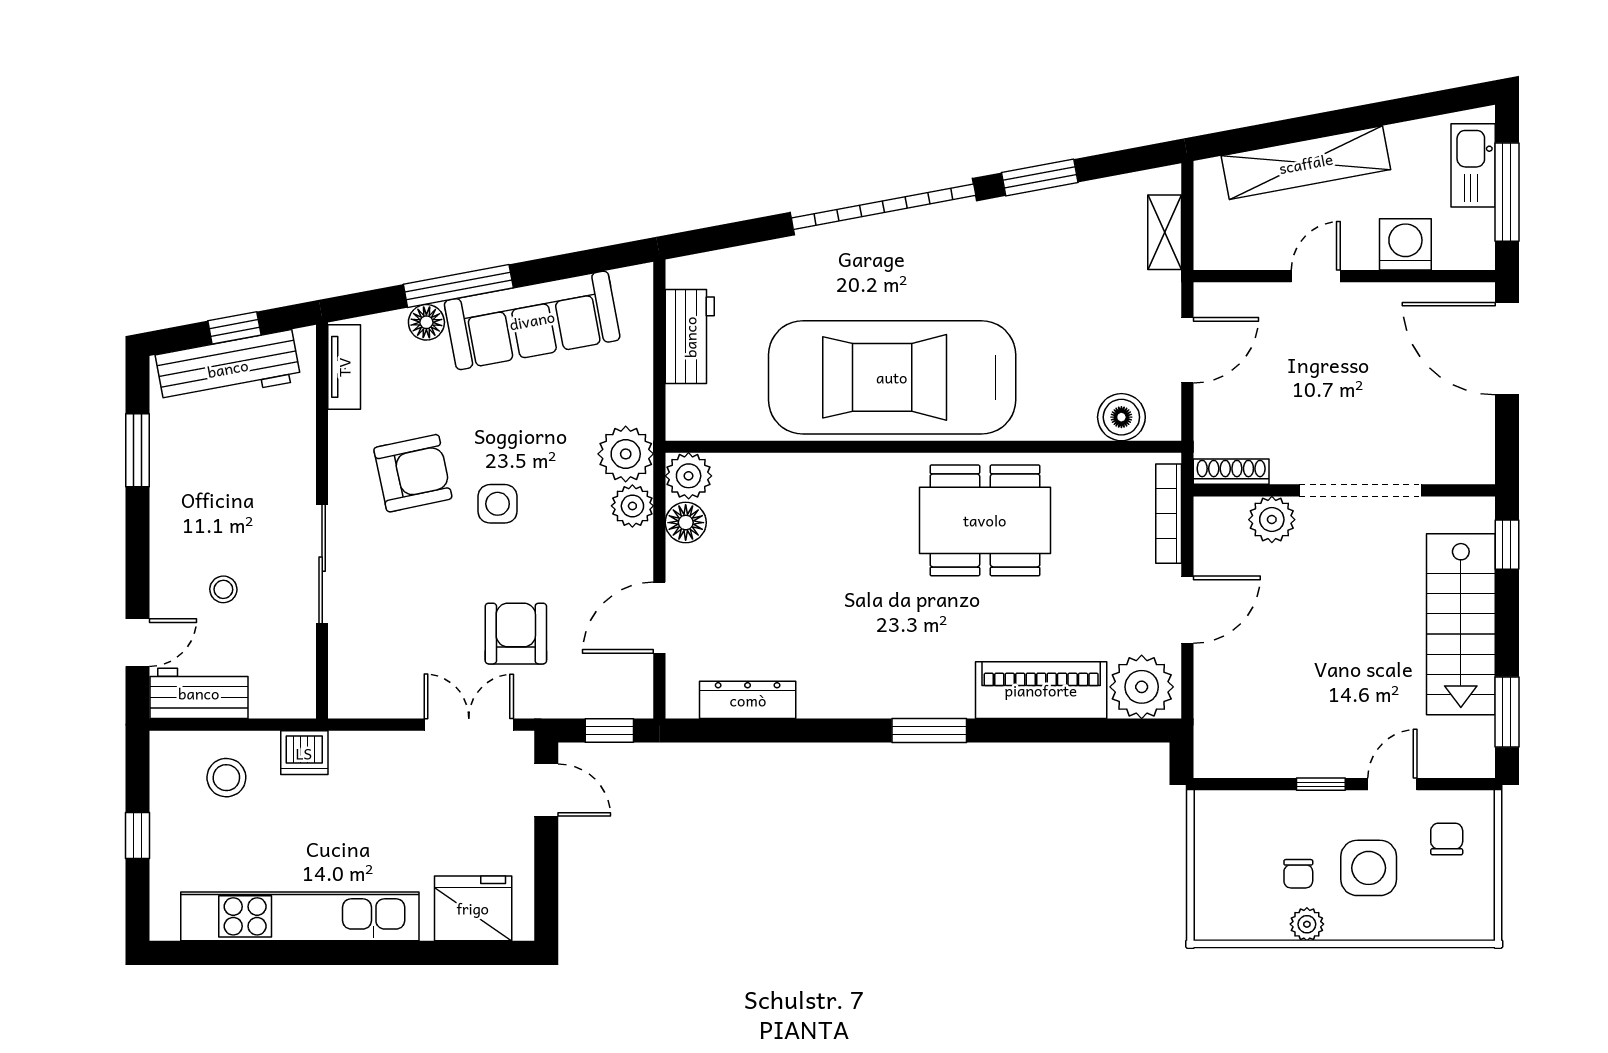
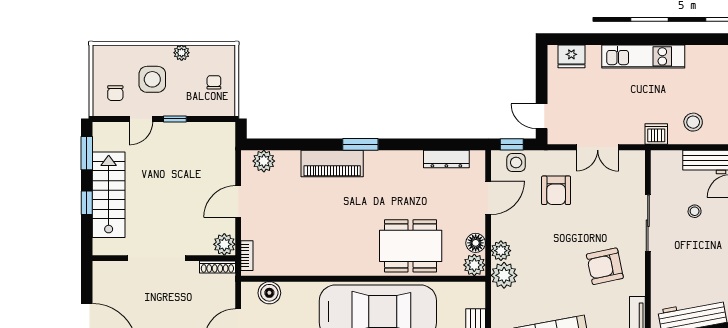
side table: (498, 504) -> (516, 162), moved
bookcase: (1169, 514) -> (247, 256), width x0.64
dining table: (985, 520) -> (411, 246), moved
plant: (1272, 520) -> (224, 244), moved
window: (1507, 545) -> (87, 203), moved
plant: (1142, 687) -> (264, 161), width x0.73, depth x0.73
piano: (1041, 690) -> (332, 163), moved
double door: (469, 725) -> (598, 147), moved
chair: (1298, 874) -> (214, 82), moved
fridge: (473, 908) -> (571, 56), width x0.73, depth x0.75
kitchen unit: (300, 916) -> (643, 56), width x0.73

